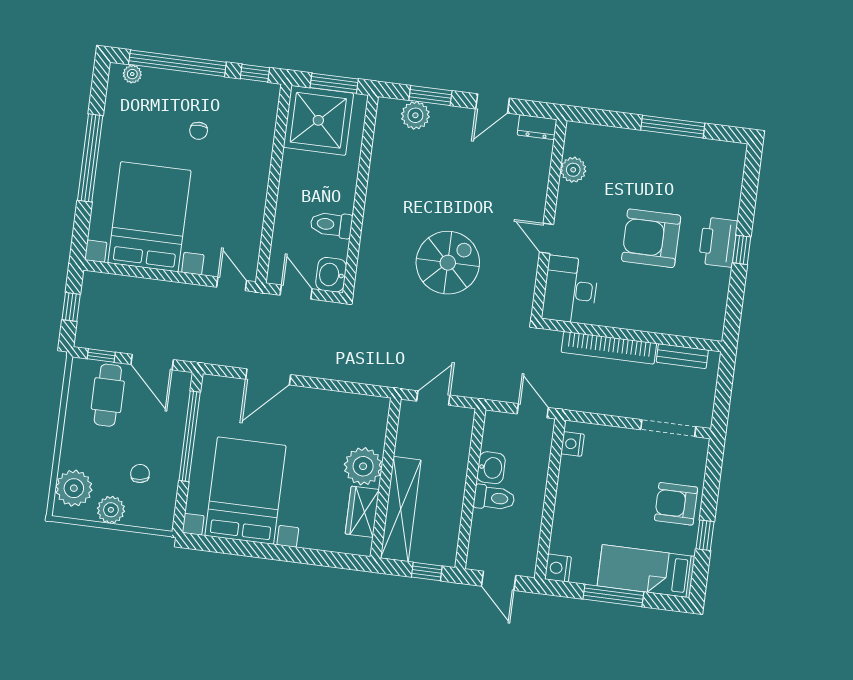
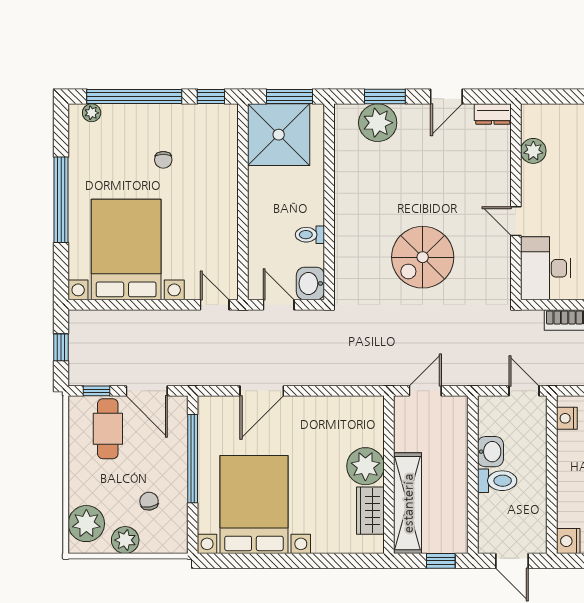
plant: (415, 115) -> (378, 123), width x1.36, depth x1.36
toilet: (331, 225) -> (310, 235), width x0.73, depth x0.72
spiral stairs: (448, 263) -> (423, 257), turned 180

